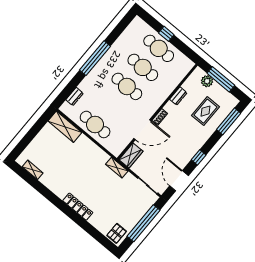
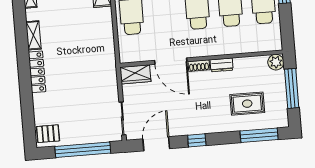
plant: (207, 81) -> (276, 62), moved
dresser: (178, 96) -> (222, 65), moved
shelving: (117, 168) -> (33, 35), moved

